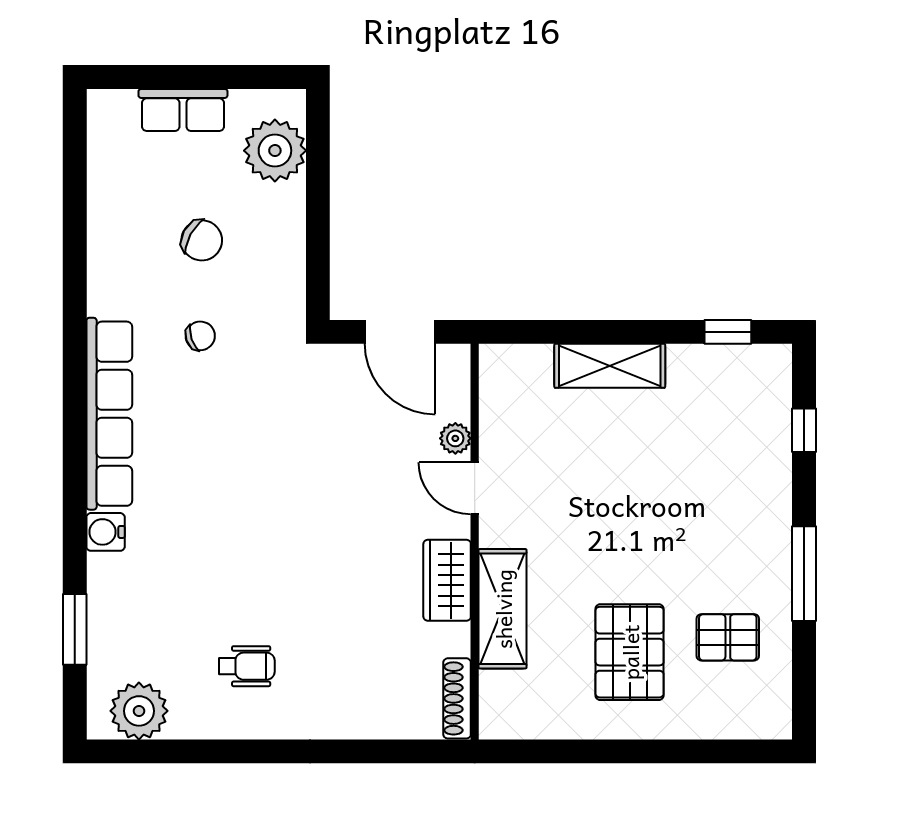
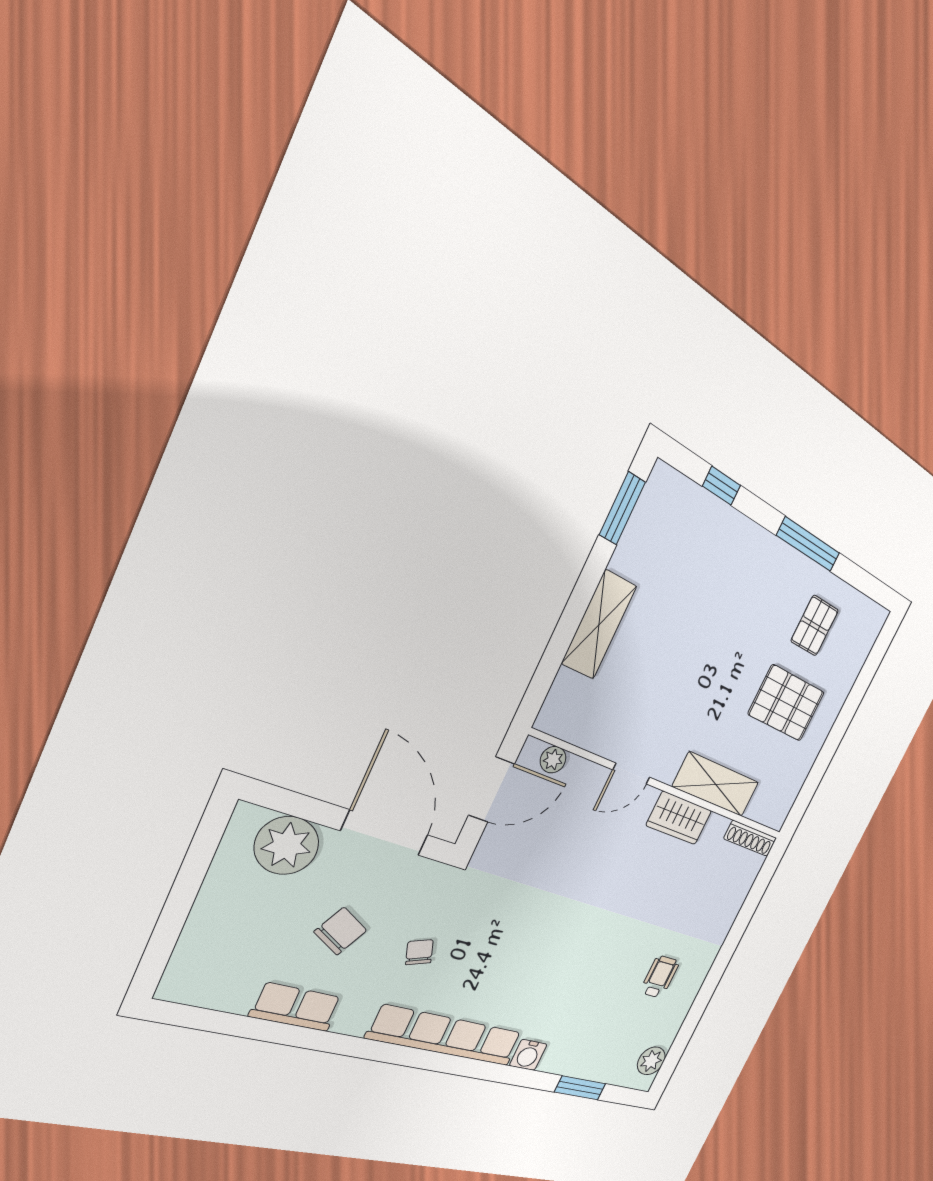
row of seats: (183, 110) -> (296, 1007), moved, turned -90
door: (318, 240) -> (385, 833), added
window: (728, 332) -> (622, 508), width x1.50
plant: (455, 438) -> (553, 760), moved
plant: (139, 711) -> (651, 1061), width x0.73, depth x0.73

